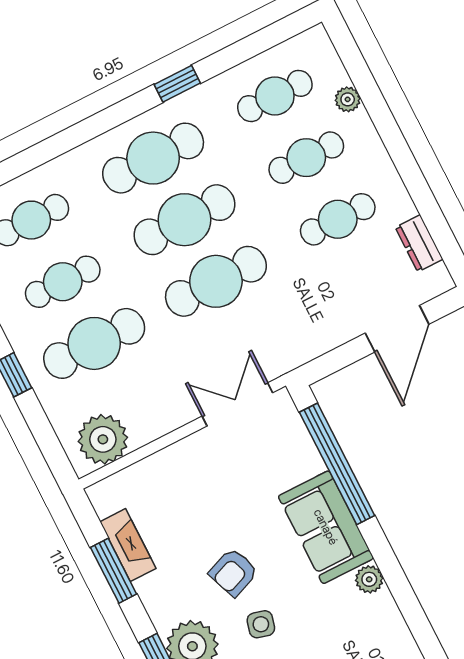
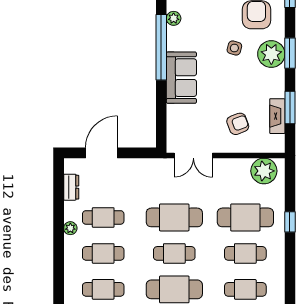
plant: (348, 99) -> (70, 228), moved
cafe table: (184, 220) -> (174, 253), width x0.73, depth x0.74
window: (337, 464) -> (161, 47), moved
armchair: (233, 572) -> (238, 124), moved
plant: (369, 579) -> (174, 18), moved

